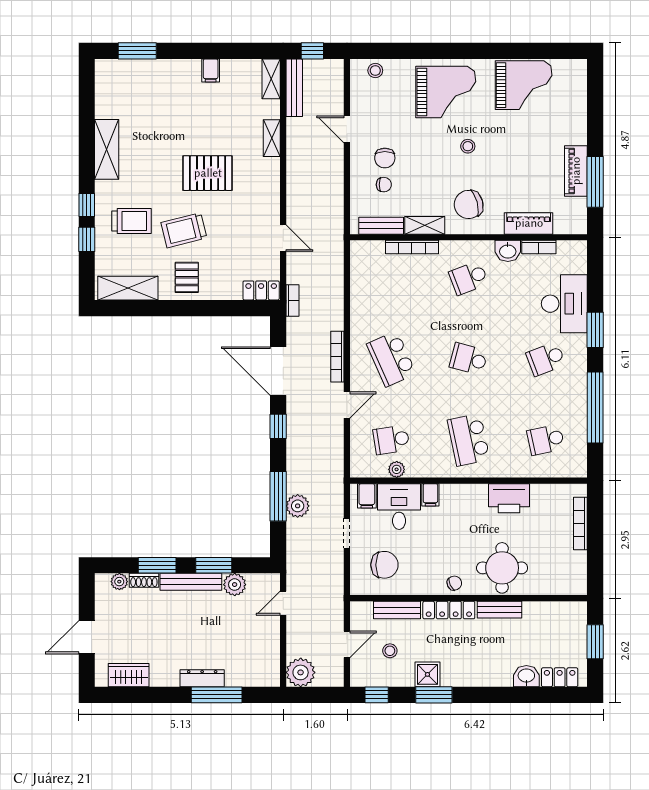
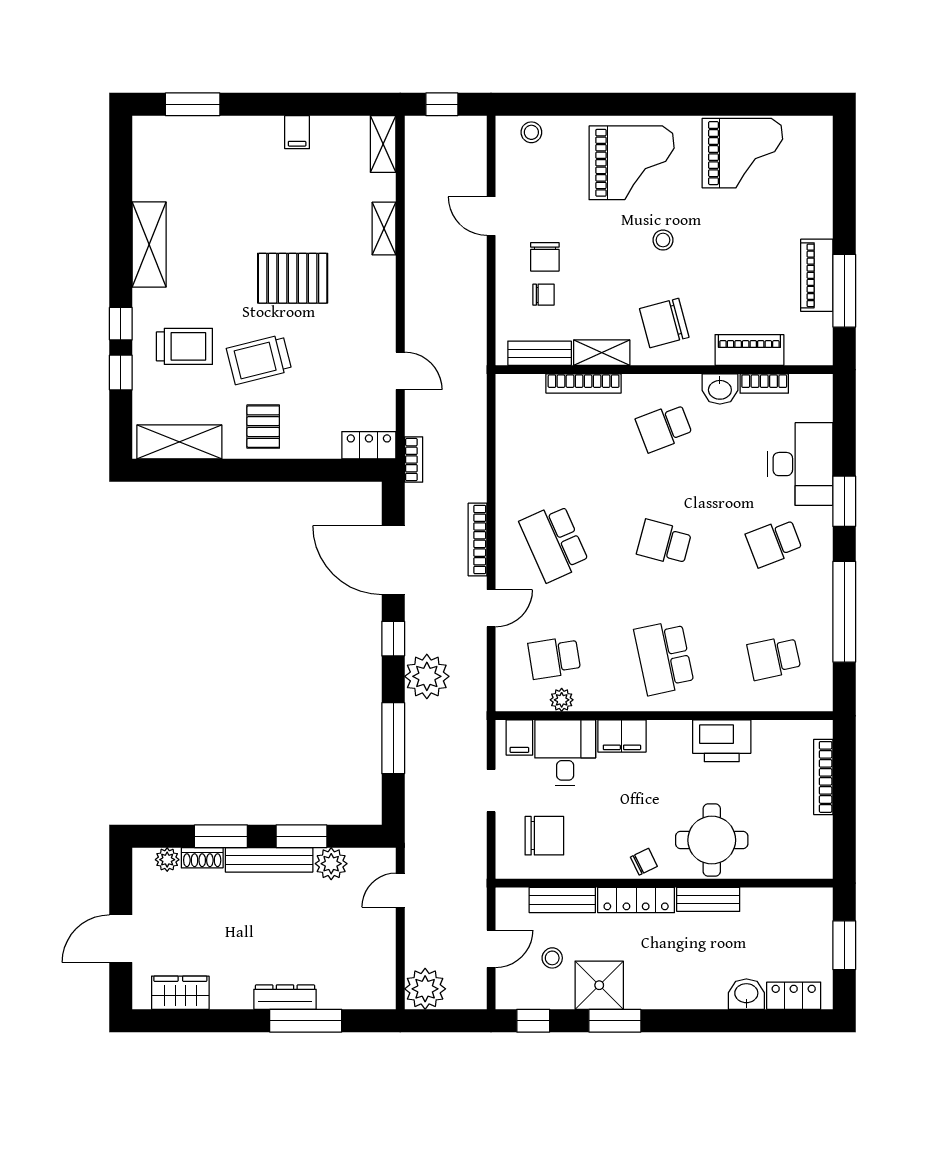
bench: (294, 88) -> (416, 157), removed
filing cabinet: (430, 495) -> (622, 736), width x2.00
plant: (298, 506) -> (427, 676), moved, width x1.36, depth x1.36
shower: (427, 674) -> (599, 985), width x1.36, depth x1.36

